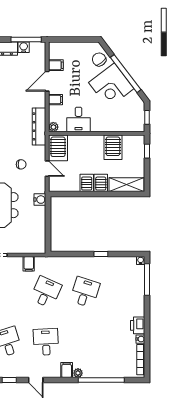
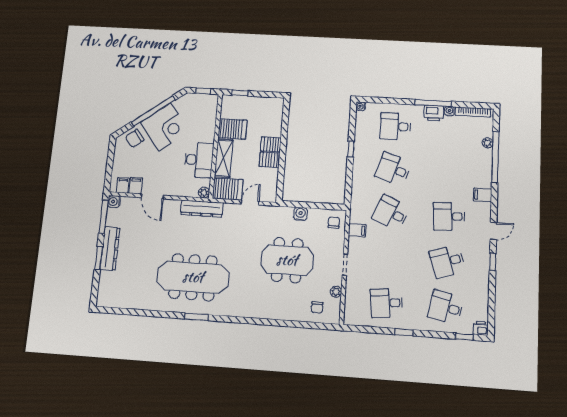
water cooler: (24, 47) -> (114, 202), moved
filing cabinet: (55, 100) -> (123, 185), moved
desk: (79, 119) -> (199, 160), width x1.37
chair: (21, 164) -> (334, 223), moved
shelving: (126, 185) -> (224, 158), moved
water cooler: (40, 200) -> (300, 214), moved
window: (147, 280) -> (433, 103), moved
desk: (124, 292) -> (395, 126), added
plant: (78, 373) -> (487, 143), moved

